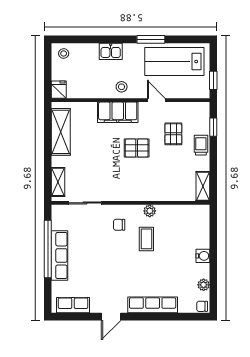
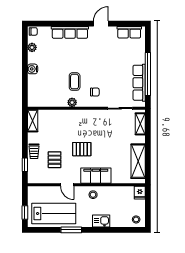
window: (213, 80) -> (25, 213), moved
row of seats: (60, 256) -> (139, 83), moved

